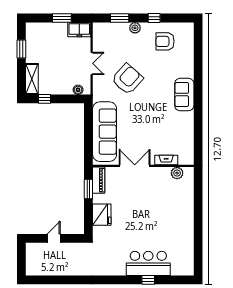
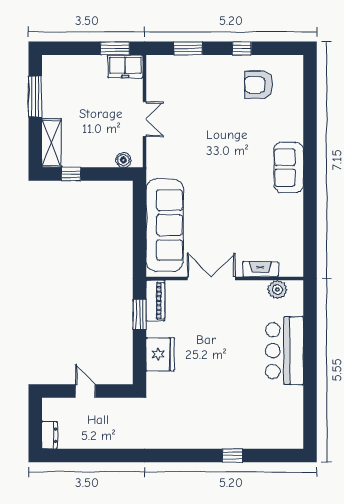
window: (62, 18) -> (115, 48), moved
plant: (135, 28) -> (212, 64), removed
window: (21, 49) -> (35, 97), width x1.44
armchair: (127, 79) -> (200, 143), removed
door: (54, 238) -> (85, 391), hinge flipped
bar counter: (148, 263) -> (285, 351), moved, turned -90
dresser: (31, 267) -> (50, 435), added

